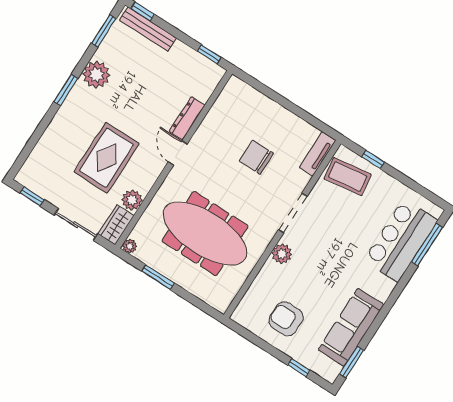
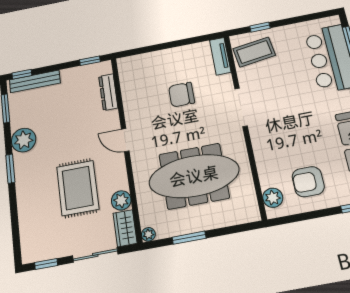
dresser: (187, 118) -> (108, 92), moved
plant: (282, 254) -> (273, 198), moved

